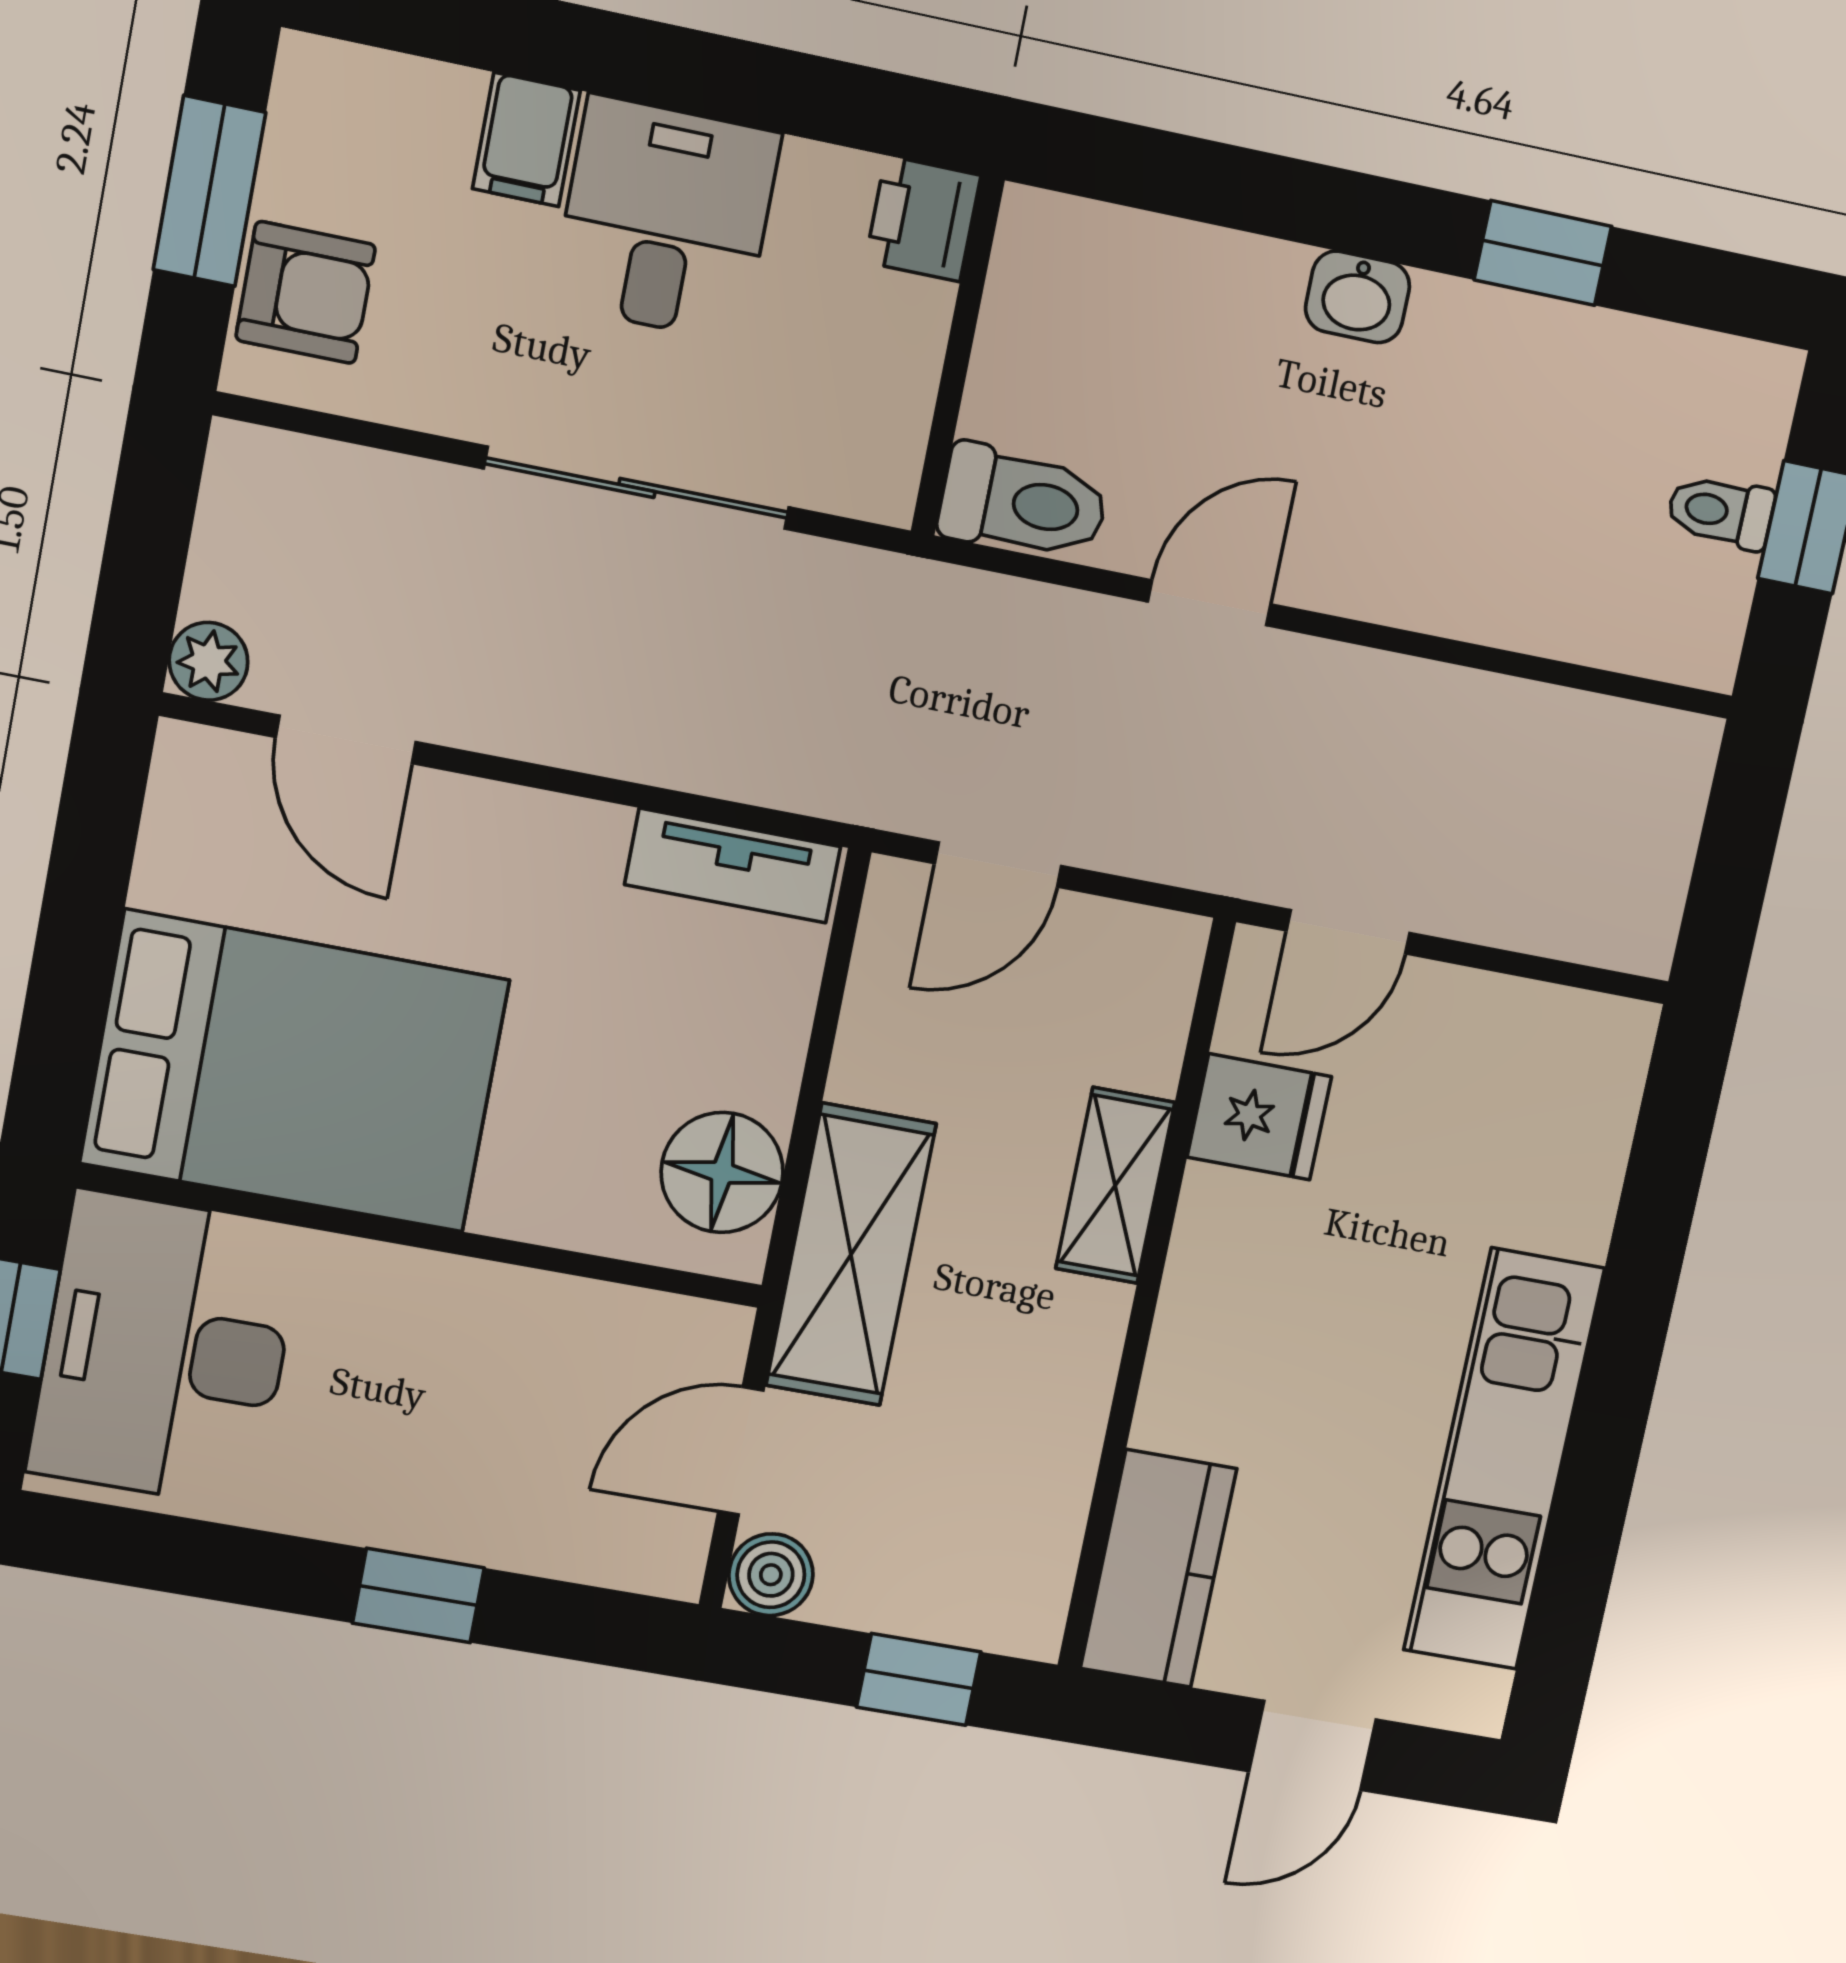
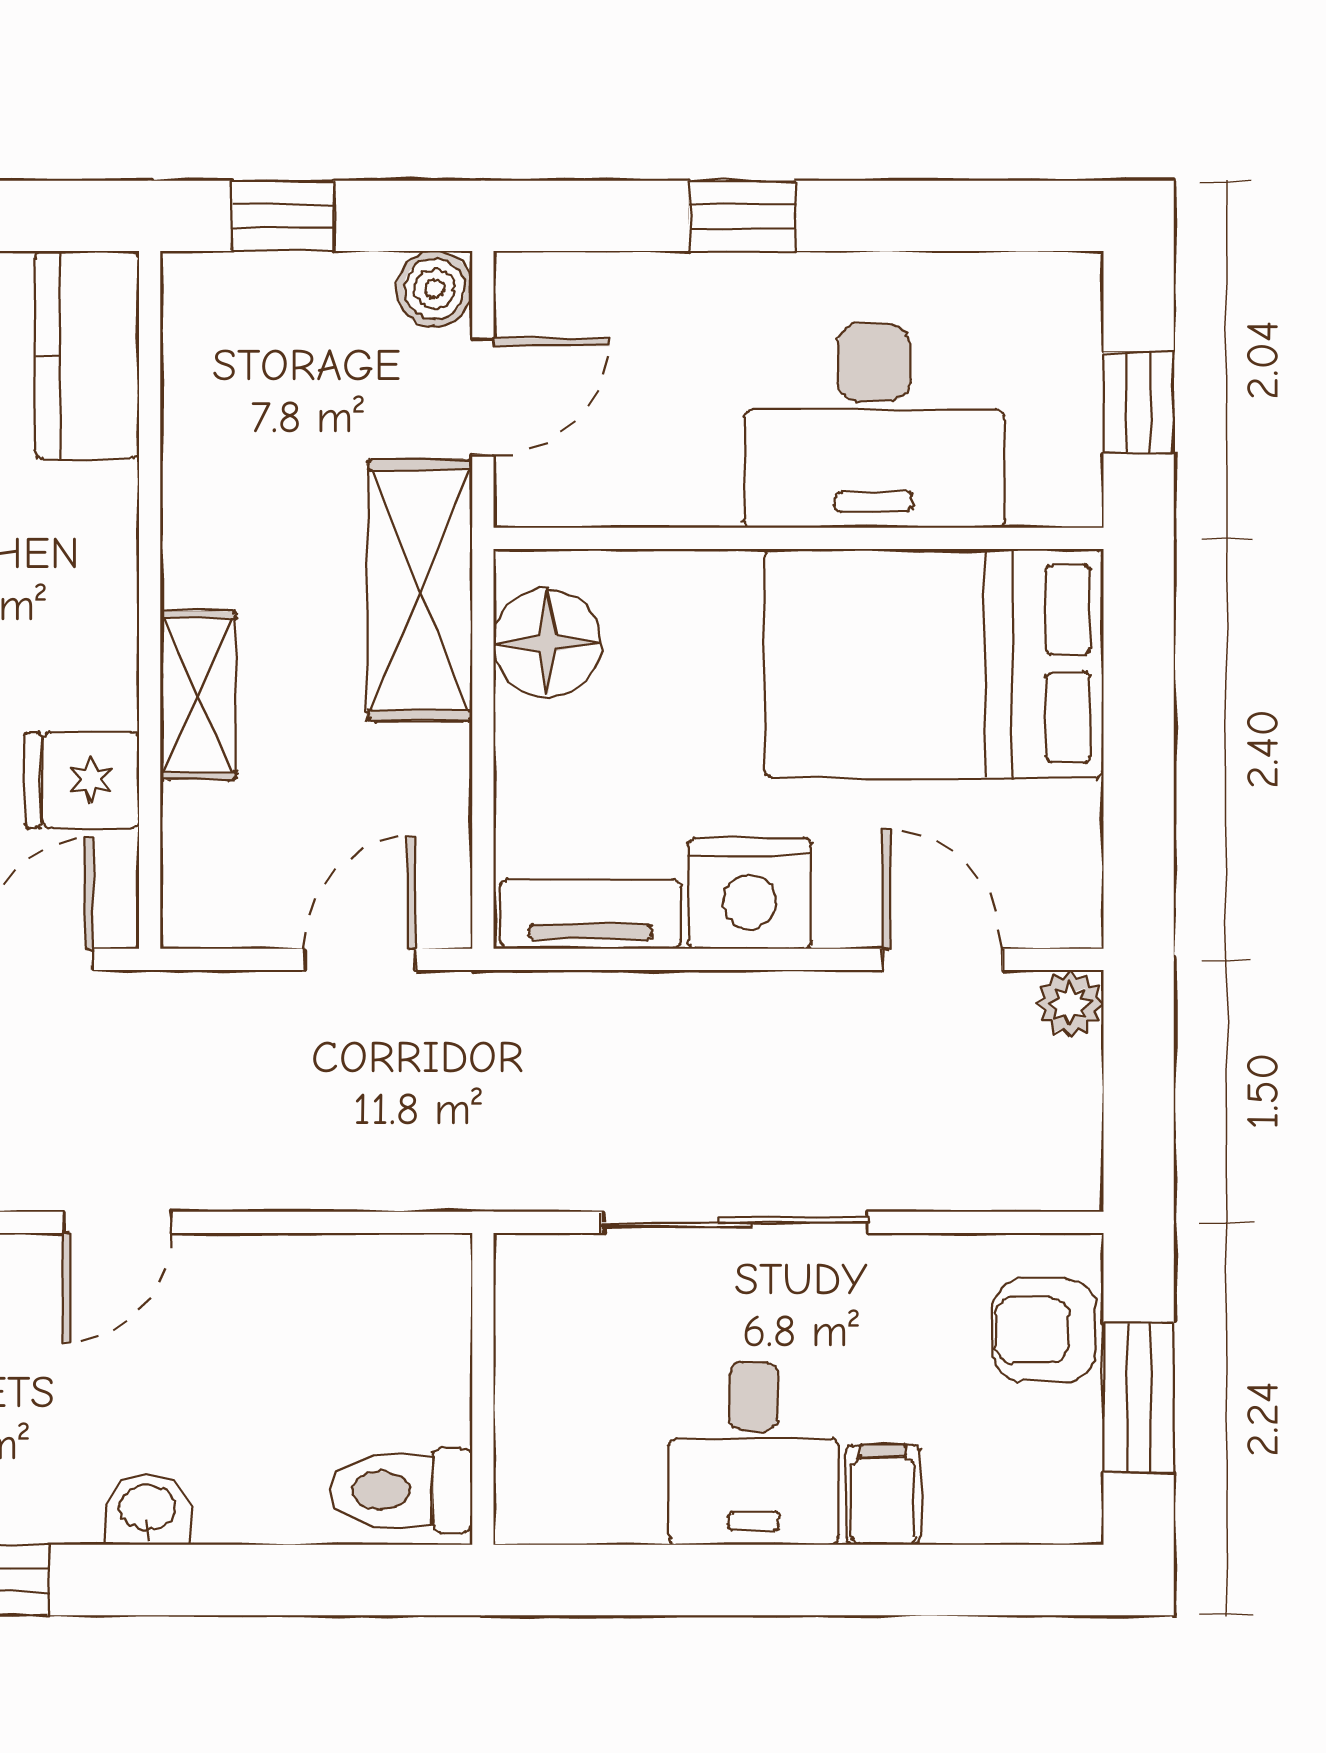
printer: (923, 219) -> (536, 1498), removed
toilet: (1023, 503) -> (401, 1490), moved
door: (1209, 603) -> (117, 1222), moved
nightstand: (550, 855) -> (750, 893), added
desk: (165, 1350) -> (874, 426), moved, turned 90

